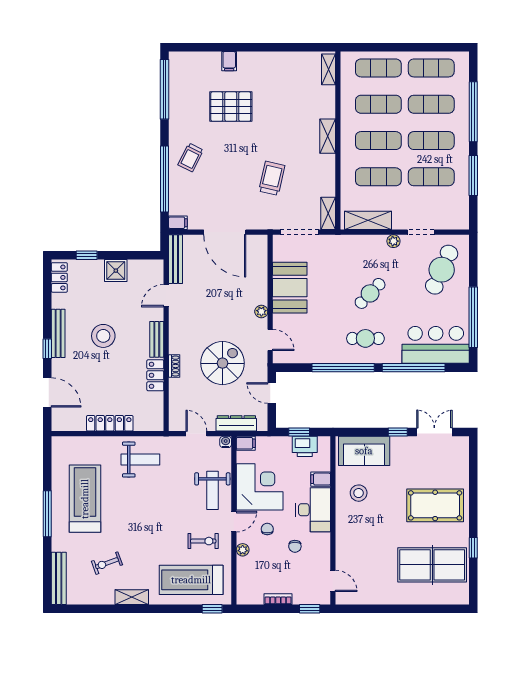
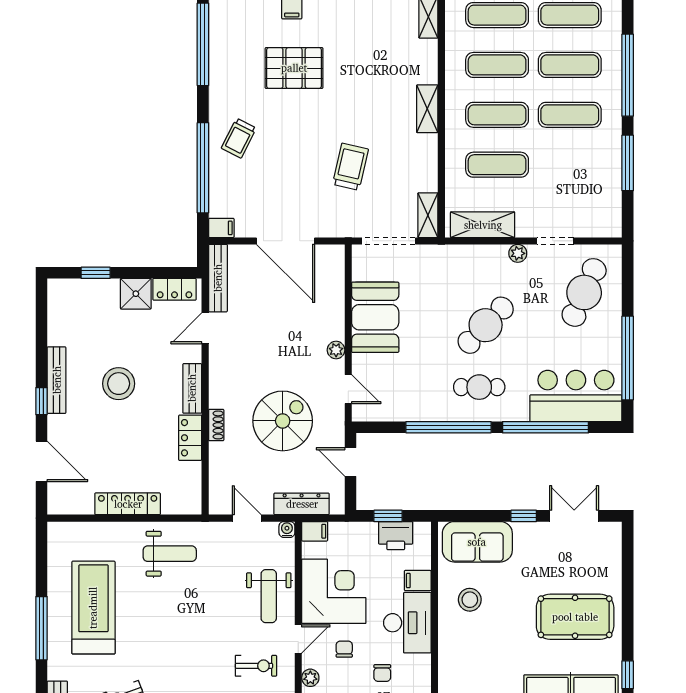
exercise mat: (431, 177) -> (570, 165), removed
locker: (59, 277) -> (174, 289), moved, turned 90
cafe table: (370, 293) -> (486, 325), width x1.37, depth x1.35

